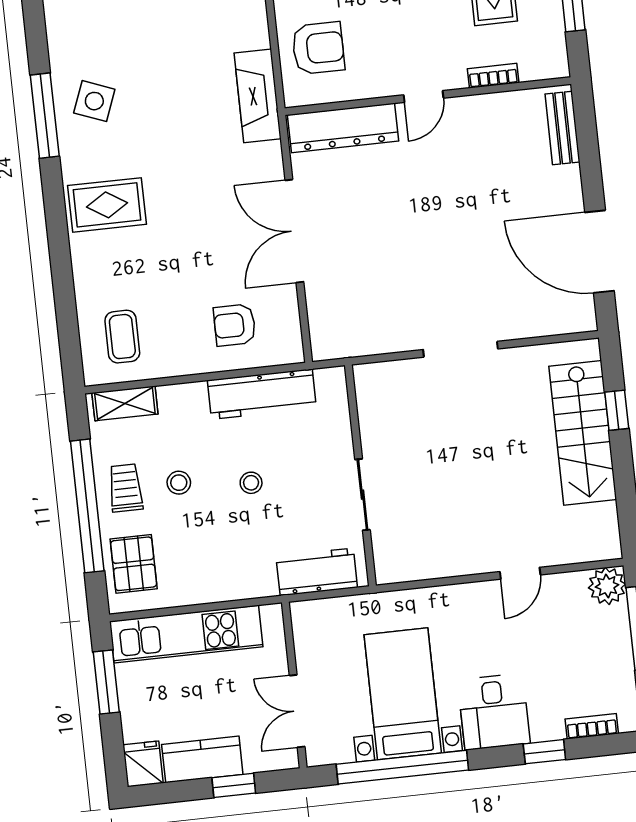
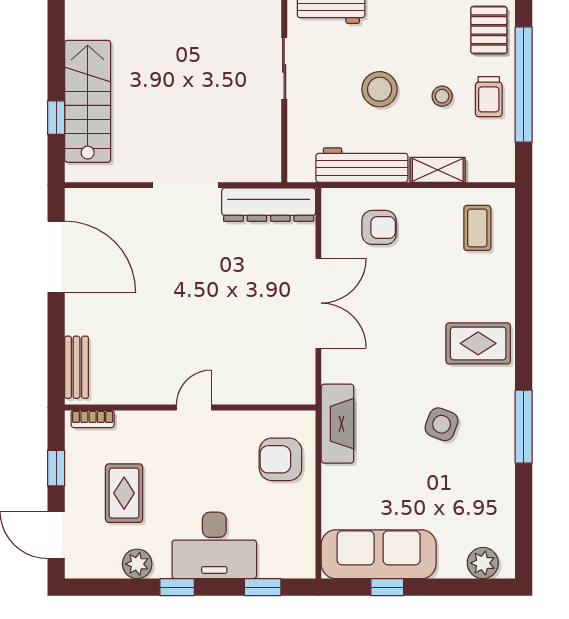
bookcase: (493, 76) -> (93, 419), moved
side table: (94, 101) -> (442, 424), moved
dresser: (343, 128) -> (269, 205), moved, turned 180
shelving: (125, 403) -> (438, 170), moved
stool: (251, 483) -> (380, 89), width x1.89, depth x1.89

